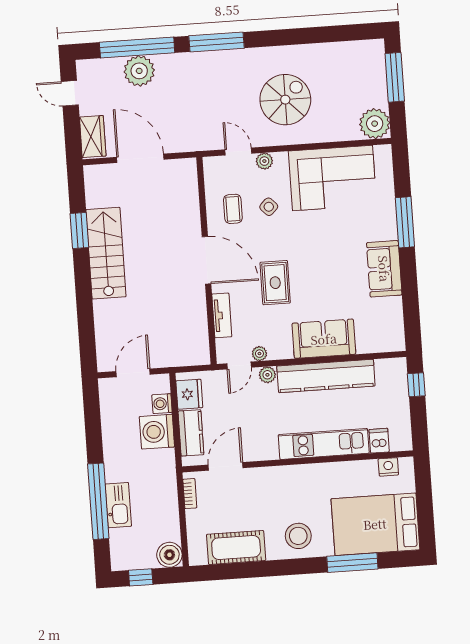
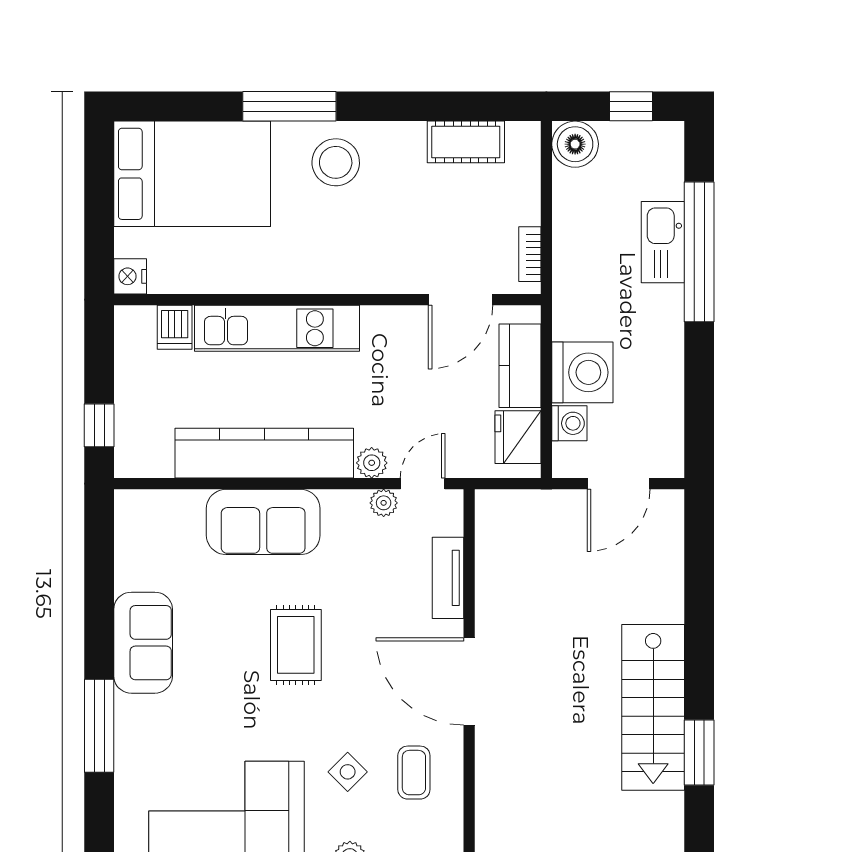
rug: (275, 283) -> (296, 645), moved
nightstand: (388, 467) -> (130, 276), moved, turned 90
cot: (236, 547) -> (466, 142), width x0.73, depth x0.75
window: (352, 563) -> (289, 106), moved

